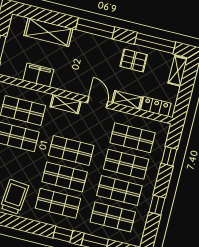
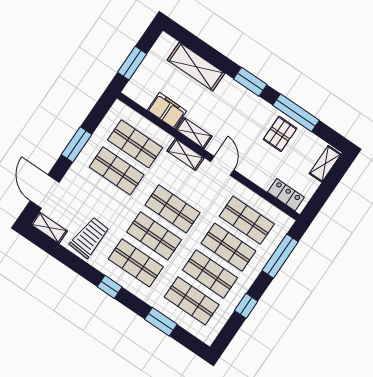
window: (95, 28) -> (250, 82), width x0.69
window: (155, 43) -> (296, 113), moved
pallet: (134, 61) -> (280, 134), turned 90
shelving: (127, 100) -> (194, 133), moved
window: (169, 156) -> (280, 256), width x2.17
window: (63, 234) -> (110, 287), moved

